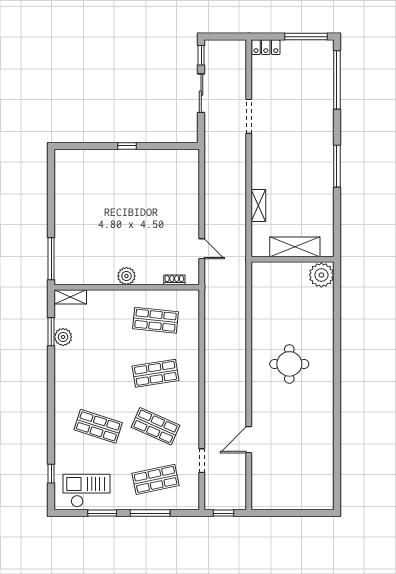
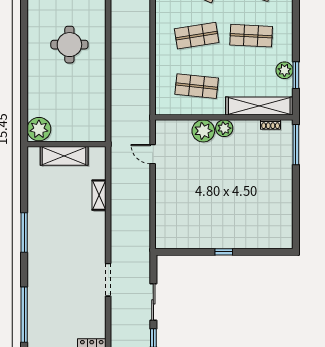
plant: (148, 273) -> (203, 131), added
shoe rack: (174, 280) -> (271, 124), moved
shelving: (70, 297) -> (259, 106), width x2.20, depth x1.33
shop shelf: (98, 373) -> (251, 36), added

